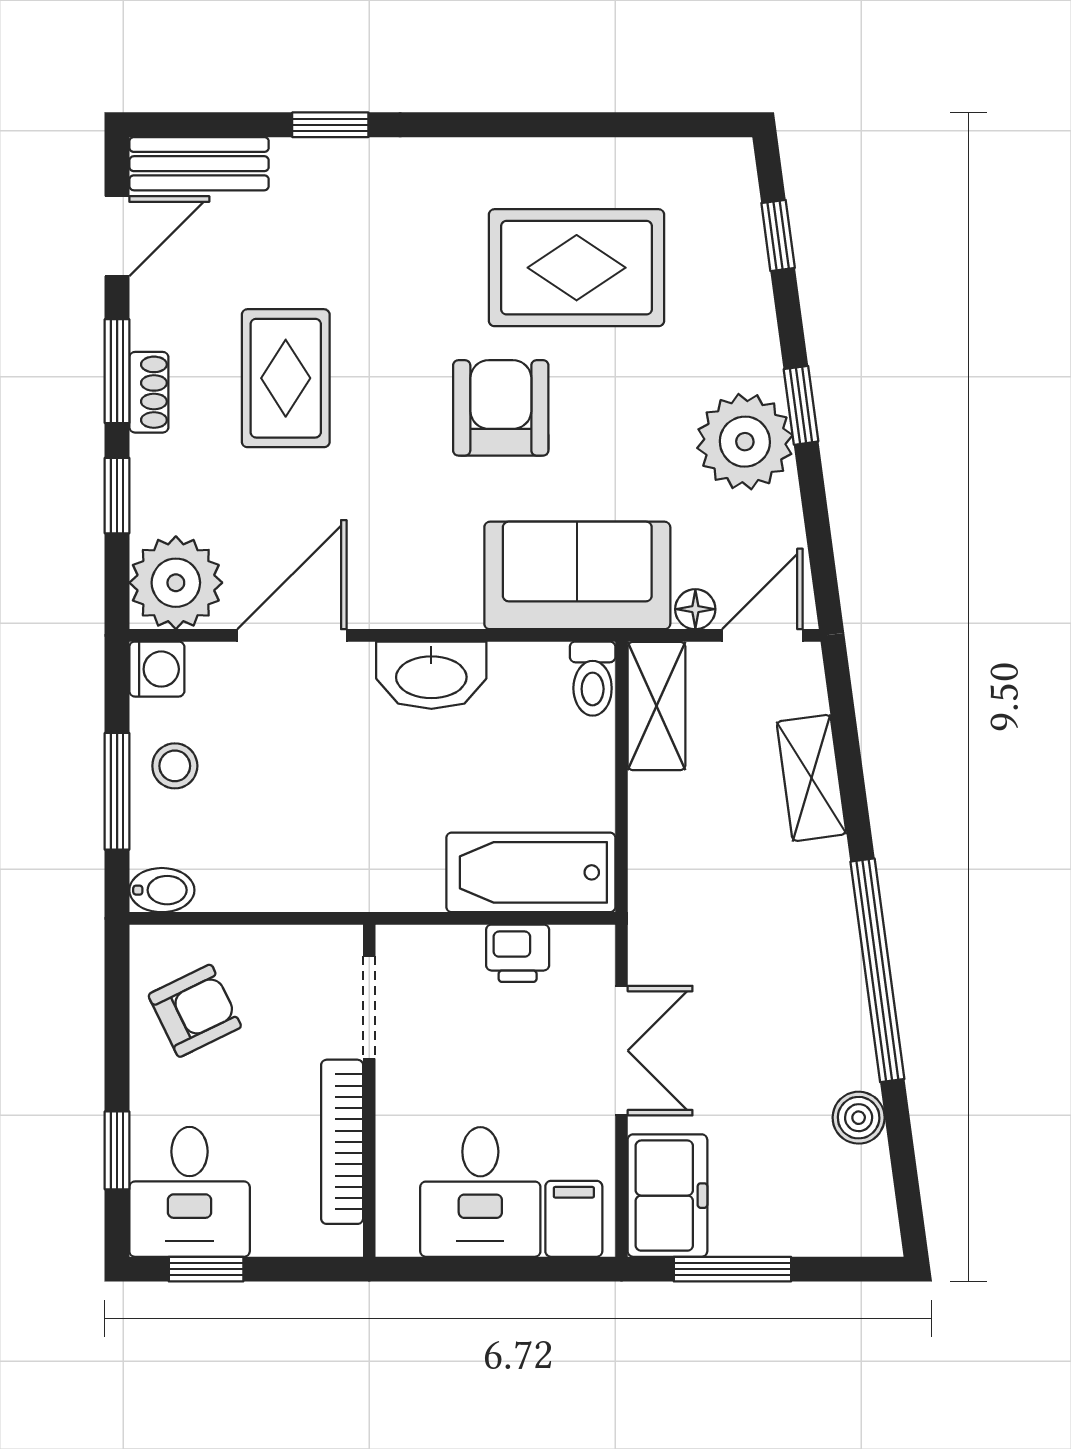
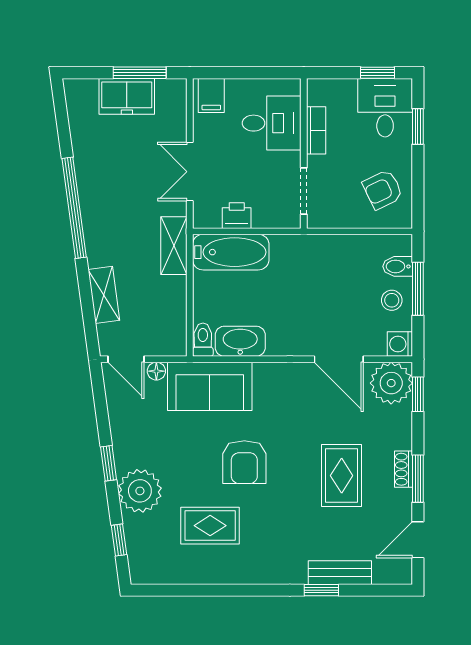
bench: (199, 164) -> (340, 573), moved
rug: (577, 268) -> (210, 526), width x0.73, depth x0.70
plant: (745, 442) -> (140, 491), moved
window: (117, 496) -> (418, 394), moved
door: (292, 635) -> (339, 359), hinge flipped
door: (762, 635) -> (126, 359), hinge flipped
washbasin: (431, 675) -> (240, 341), moved
shelving: (657, 706) -> (174, 246), moved
bidet: (162, 890) -> (398, 266), moved
boiler: (859, 1118) -> (83, 141), removed
bookcase: (342, 1142) -> (316, 130), width x0.64
desk: (480, 1192) -> (272, 123), moved, turned 90
freezer: (667, 1196) -> (127, 96), moved, turned -90

